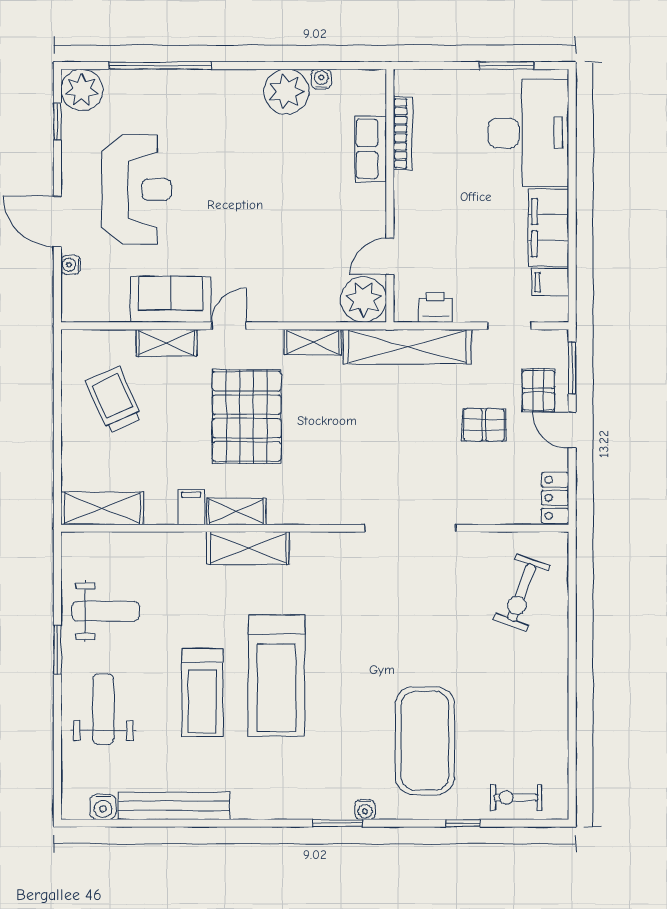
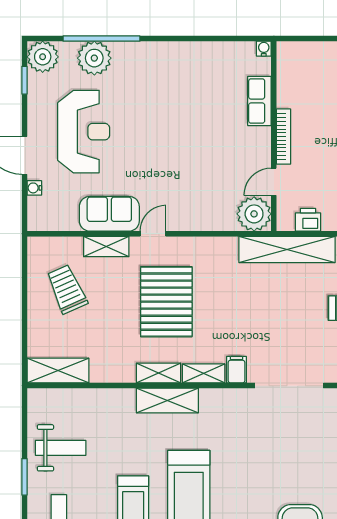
water cooler: (321, 79) -> (264, 49), moved
plant: (286, 92) -> (94, 58), moved
bookcase: (403, 133) -> (284, 137), moved
shelving: (313, 342) -> (204, 373), moved
filing cabinet: (191, 507) -> (236, 370), moved

